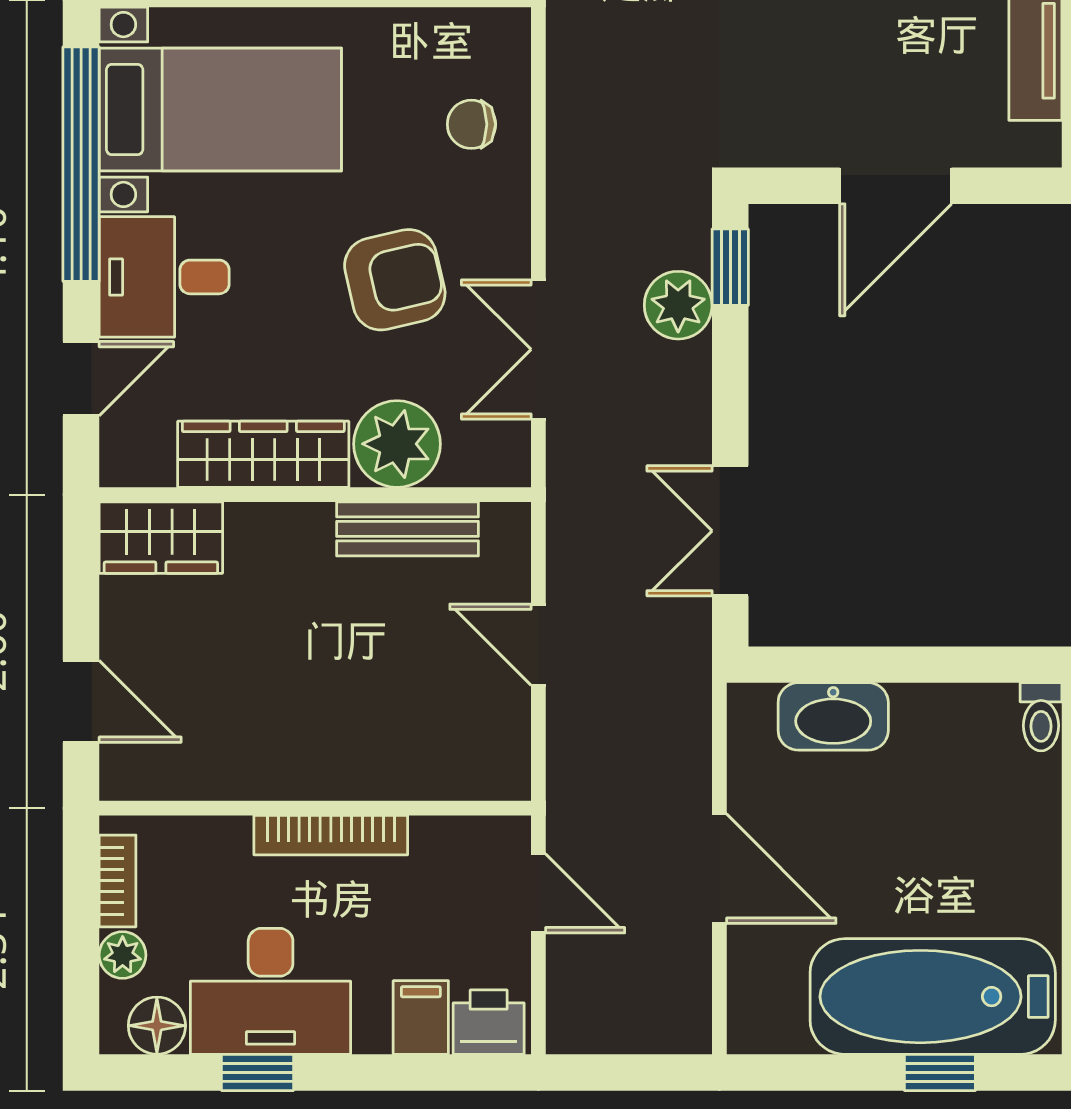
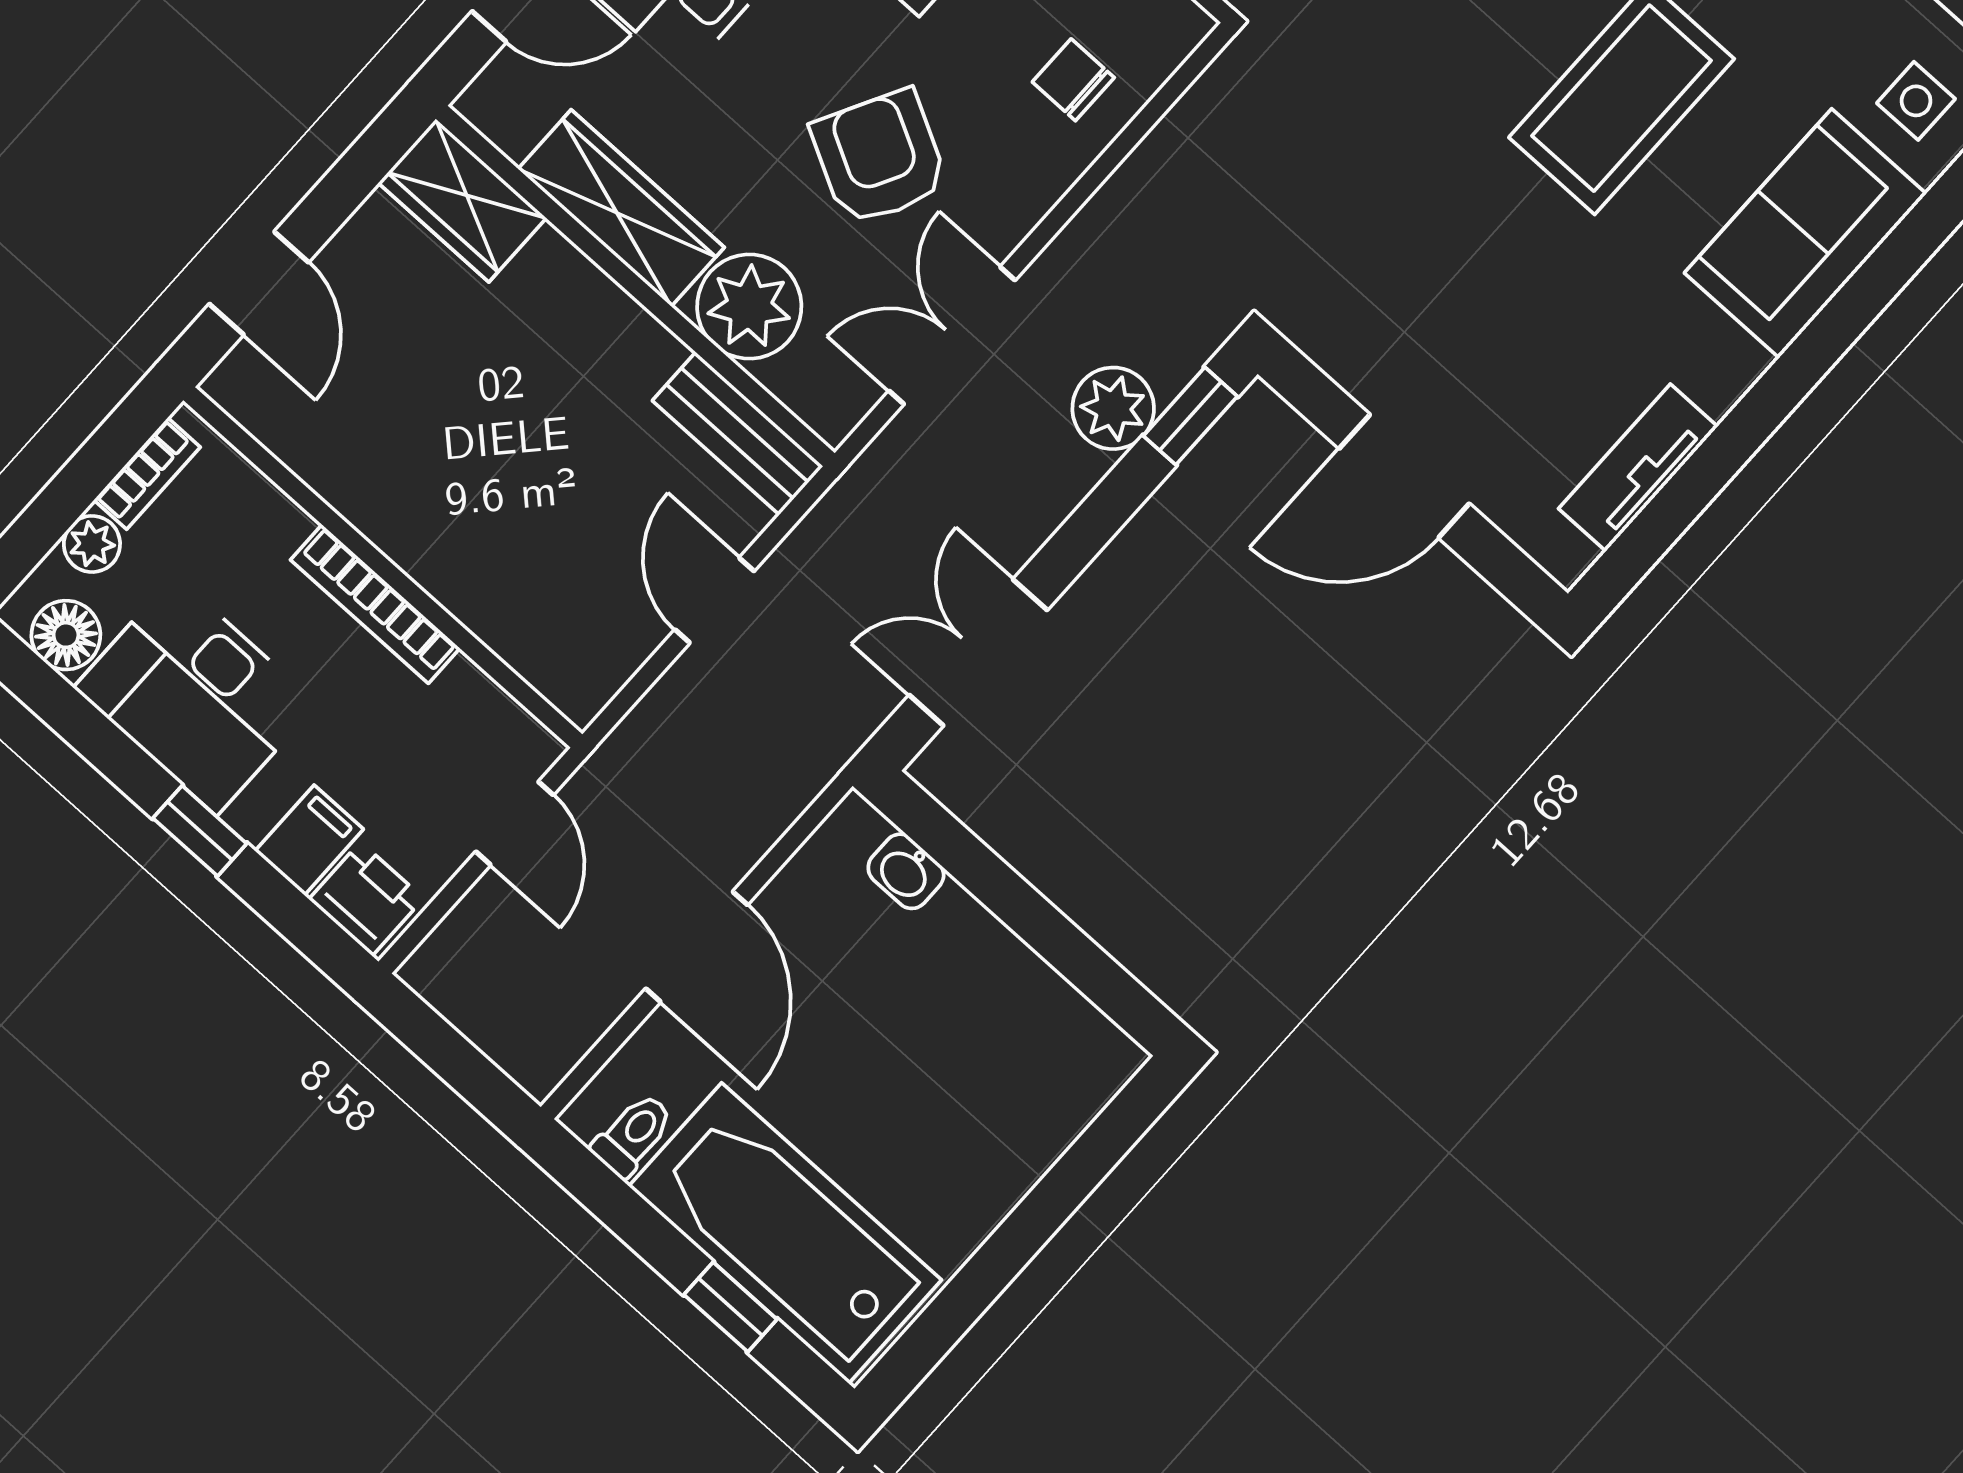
armchair: (395, 280) -> (879, 158), turned -139
bench: (408, 529) -> (738, 433), moved
washbasin: (833, 716) -> (906, 871), width x0.52, depth x0.69
toilet: (1041, 717) -> (633, 1135), moved, turned 180
window: (257, 1072) -> (200, 831), moved

